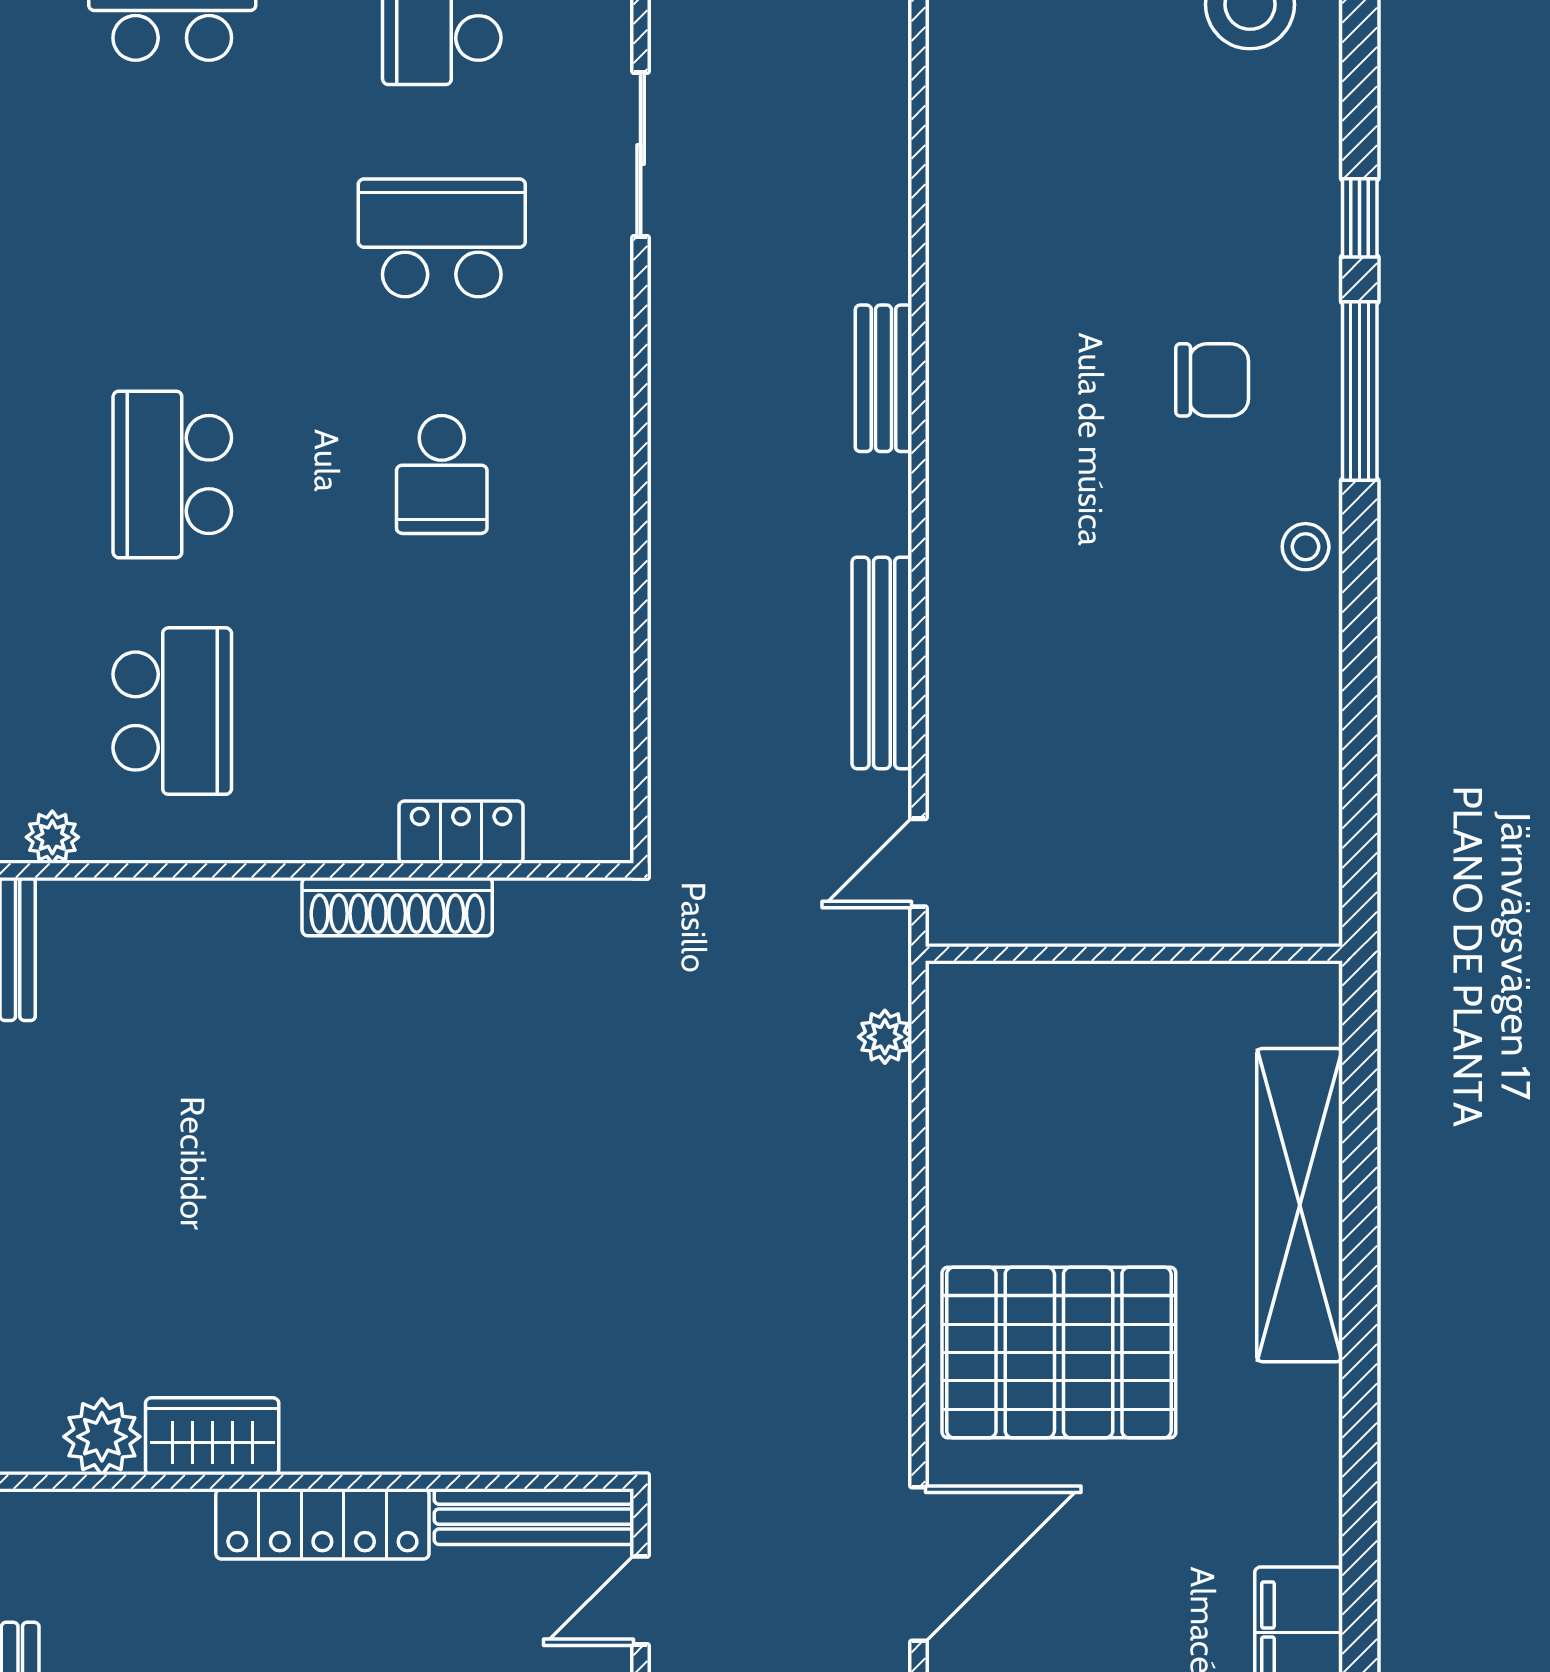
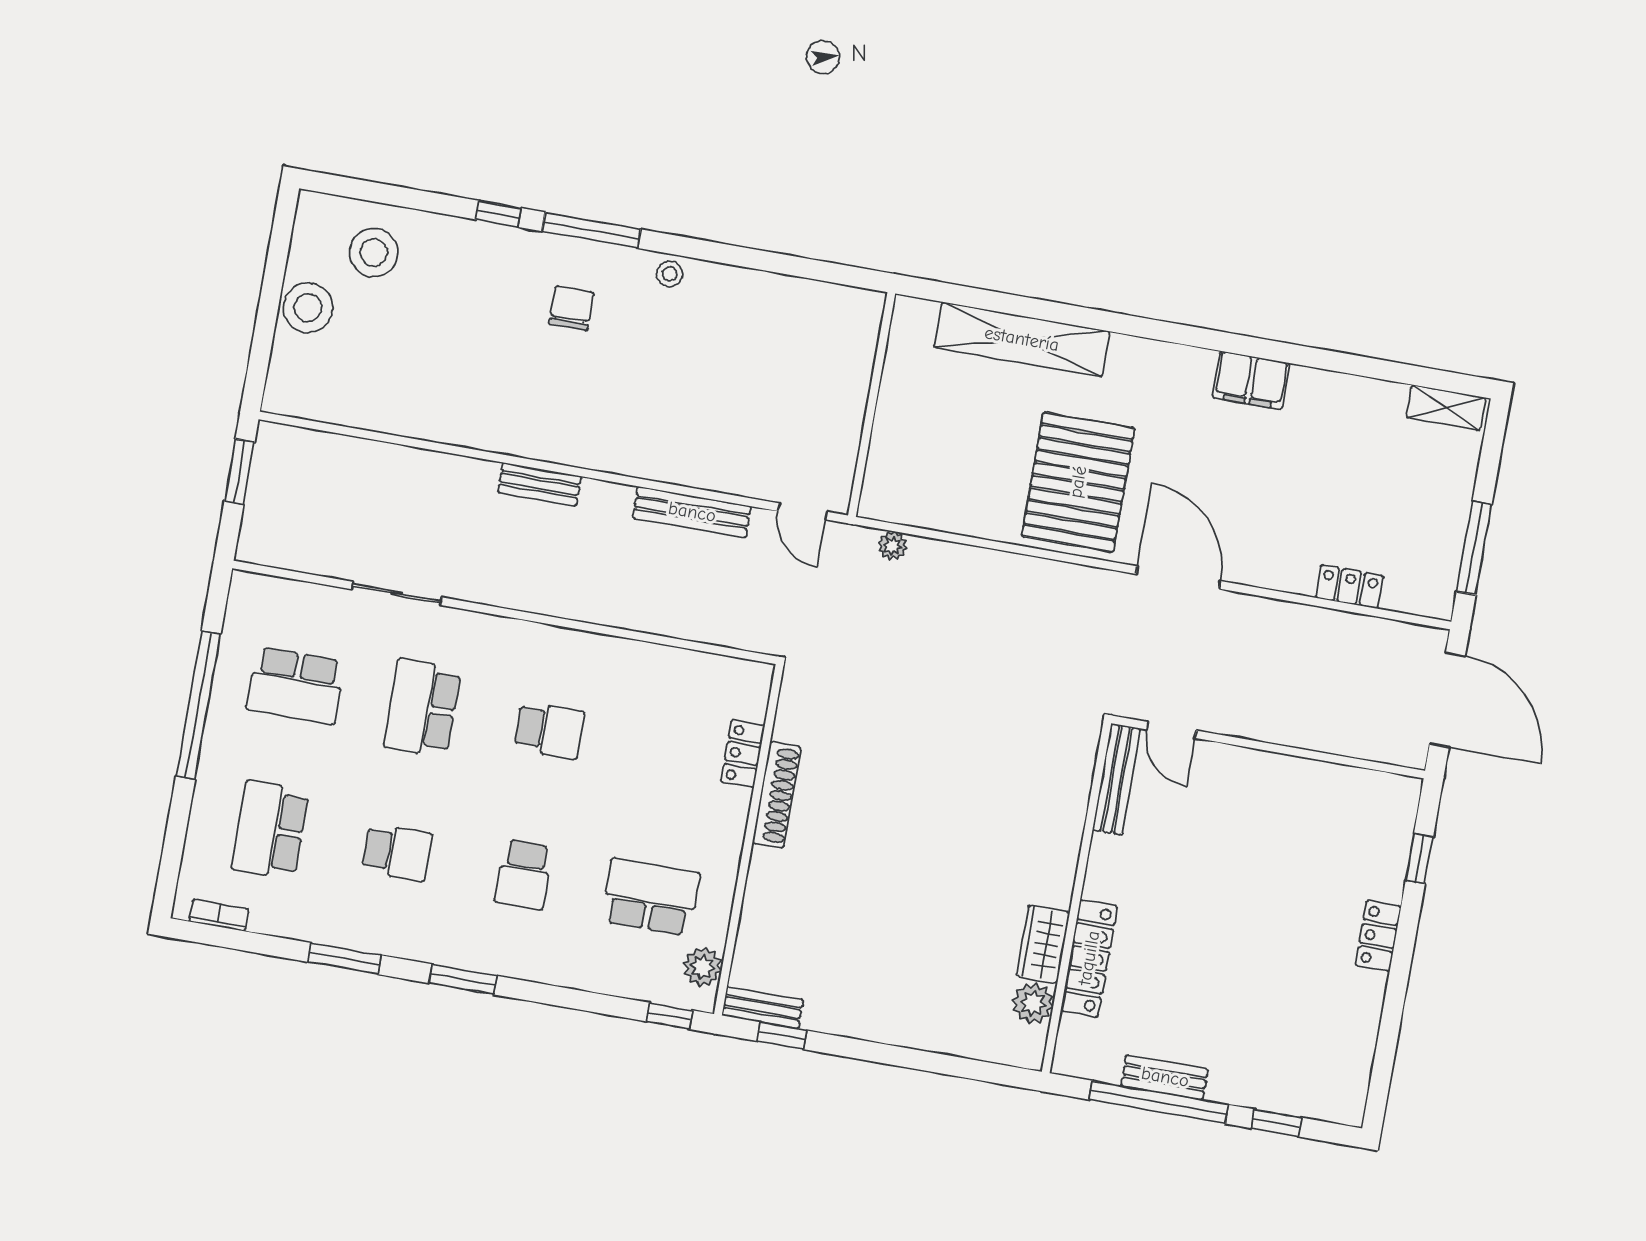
school desk: (172, 238) -> (397, 852), added
school desk: (172, 474) -> (524, 875), width x0.54
plant: (52, 837) -> (703, 967), width x1.38, depth x1.38
locker: (322, 1524) -> (1089, 958), moved

